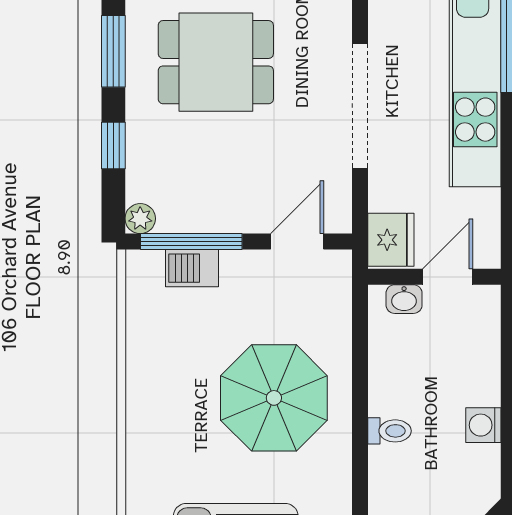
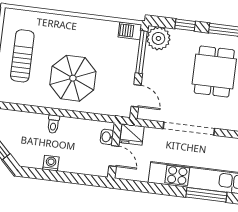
plant: (140, 219) -> (158, 38), width x1.88, depth x1.88
barbecue: (192, 268) -> (130, 31), moved, turned -90

